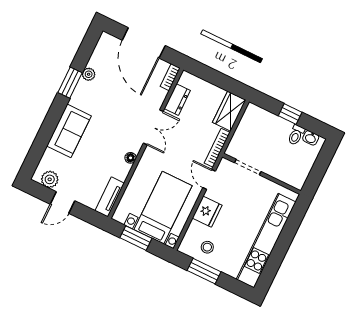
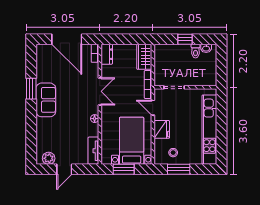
plant: (89, 74) -> (41, 77), removed
dresser: (177, 100) -> (107, 54), moved
sofa: (69, 131) -> (46, 100), moved

